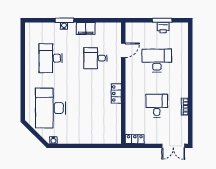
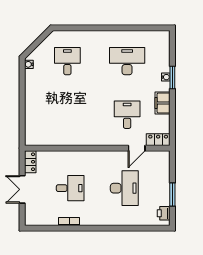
printer: (163, 28) -> (164, 213), moved
door: (123, 50) -> (137, 148), hinge flipped
locker: (116, 93) -> (158, 140), moved
desk: (51, 108) -> (67, 61), width x0.53, depth x0.77
double door: (173, 146) -> (22, 189), moved

